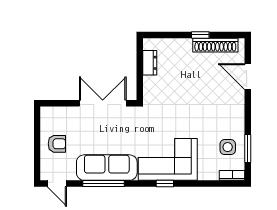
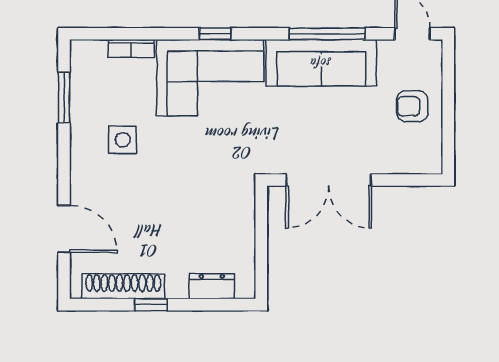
dresser: (150, 63) -> (212, 286), moved, turned 90
side table: (228, 147) -> (123, 140), moved
bookcase: (232, 175) -> (131, 49), moved

